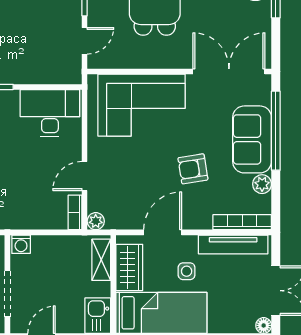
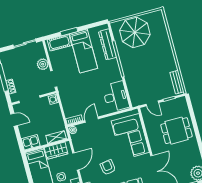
door: (85, 176) -> (92, 120), hinge flipped
door: (163, 232) -> (76, 161), hinge flipped

